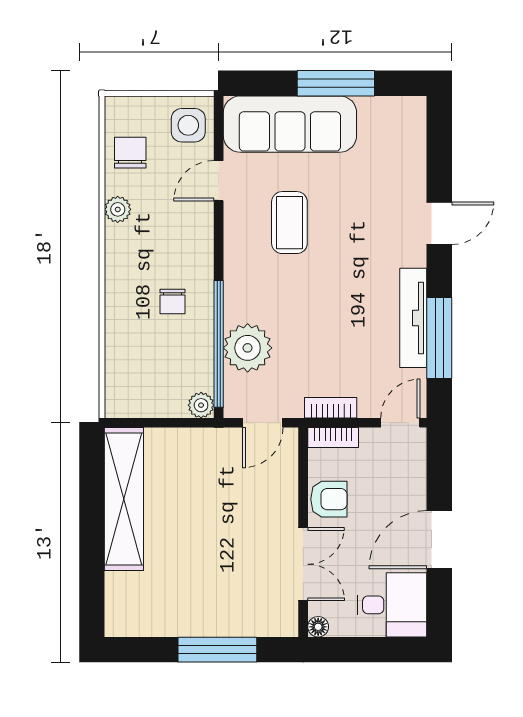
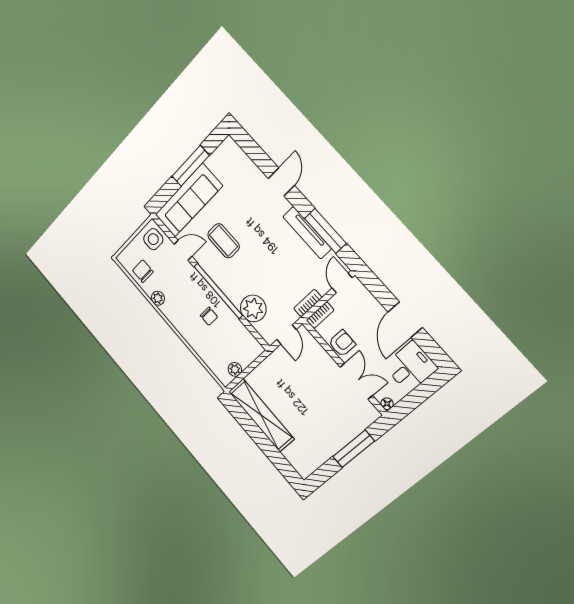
door: (219, 181) -> (183, 250), swing flipped
window: (219, 344) -> (218, 291), moved
plant: (201, 405) -> (235, 369), moved

